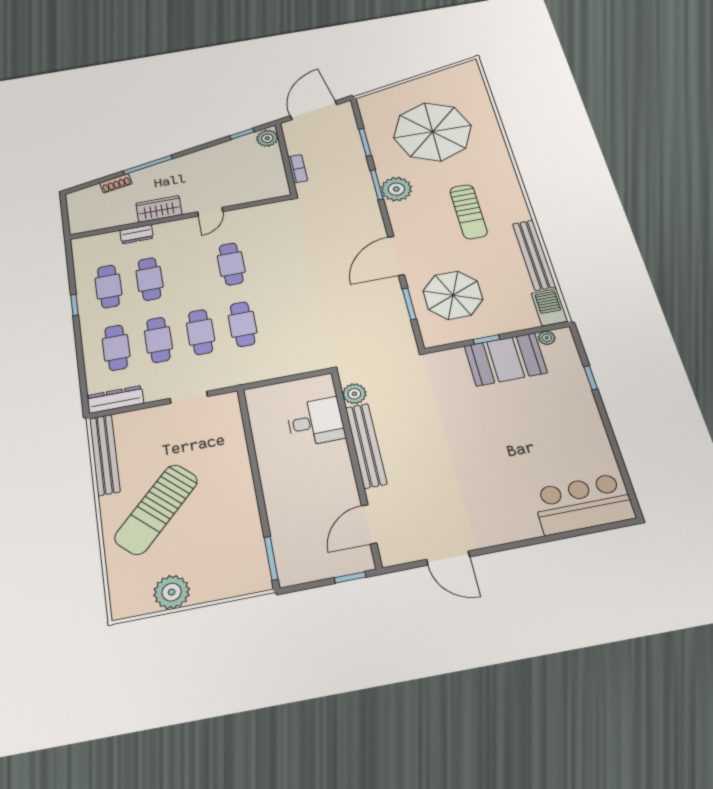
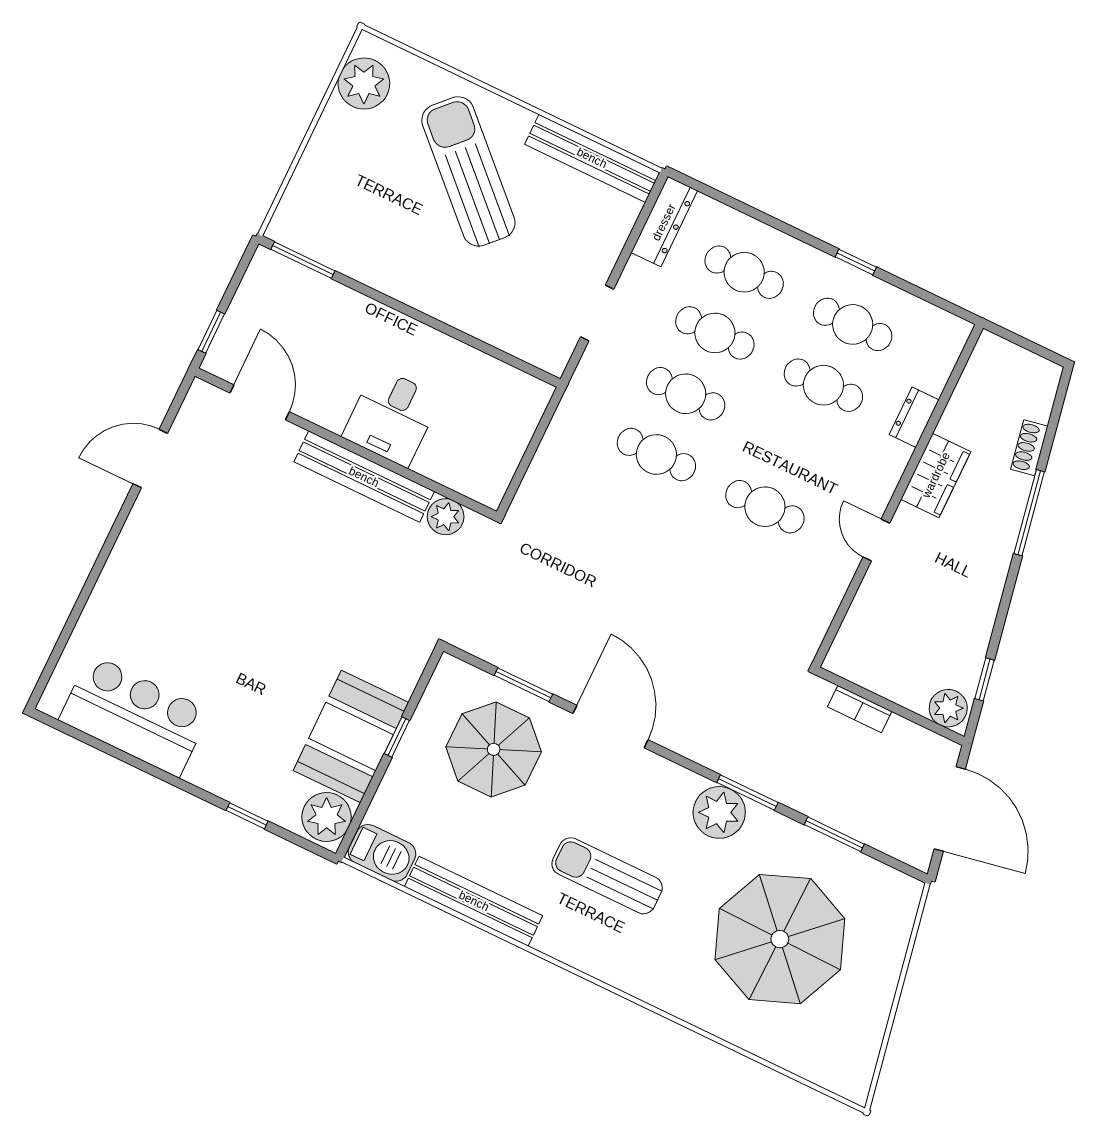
plant: (547, 338) -> (327, 817), width x1.88, depth x1.88
desk: (316, 422) -> (392, 417), moved
bar counter: (583, 504) -> (135, 716), moved, turned -90
plant: (172, 592) -> (364, 84), moved

